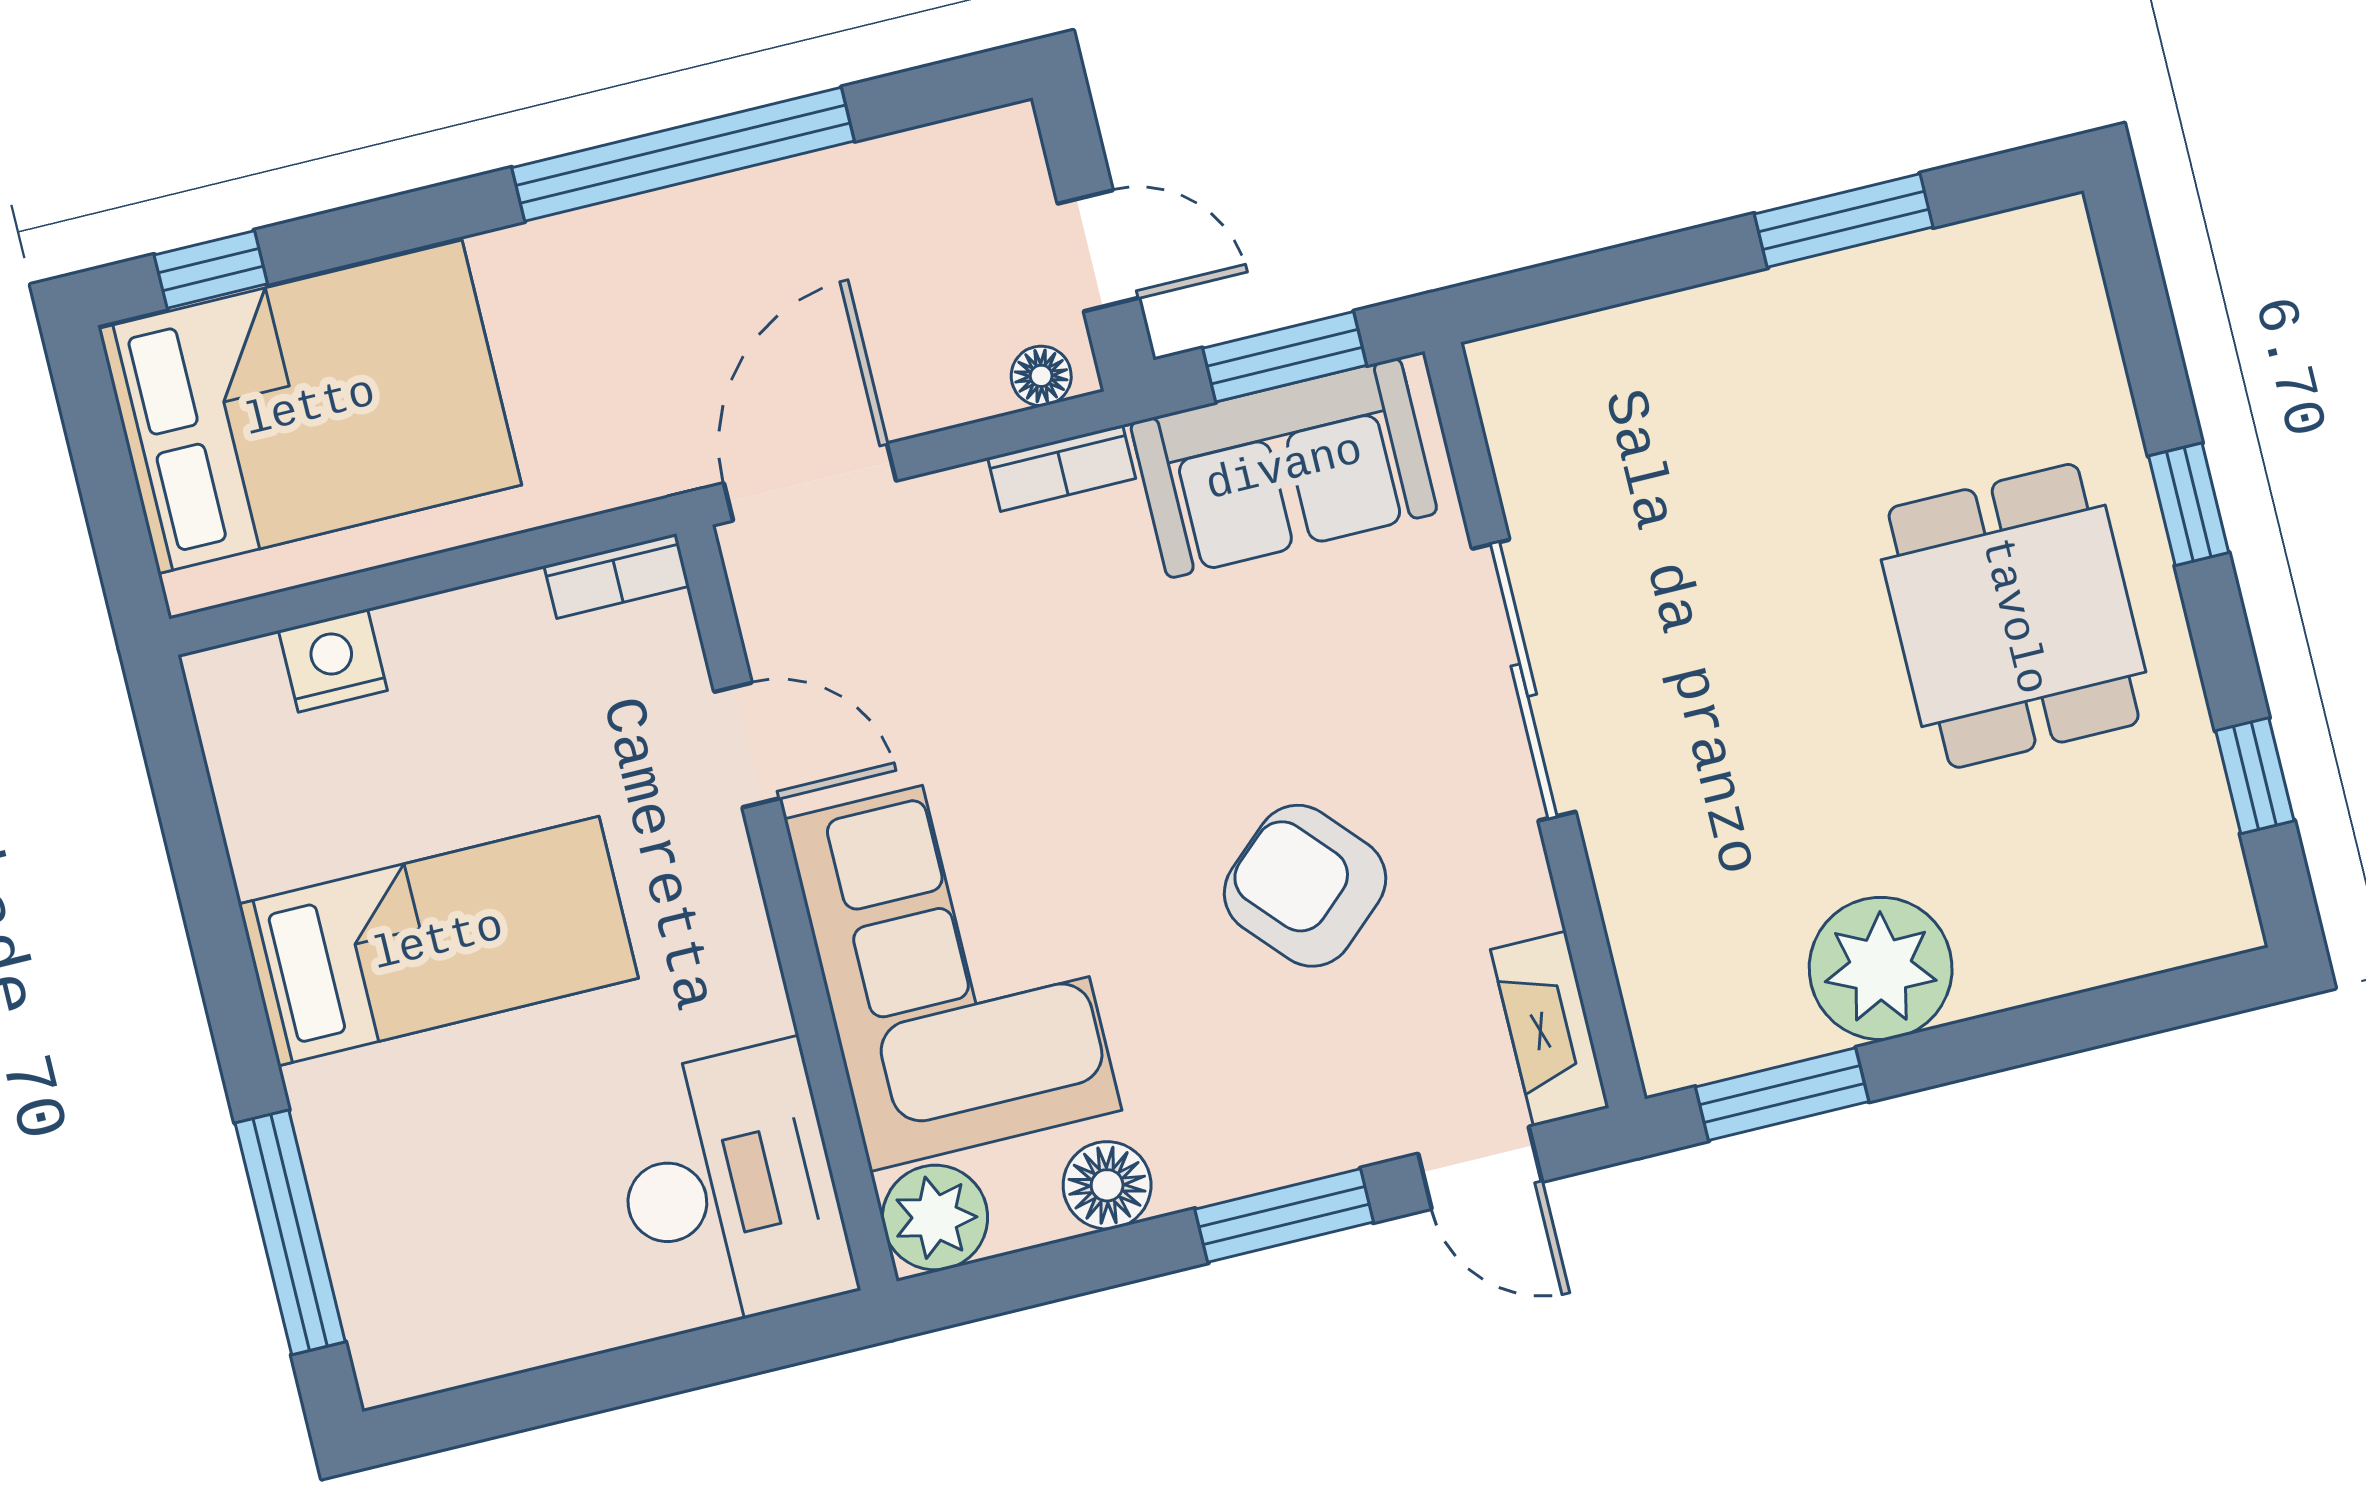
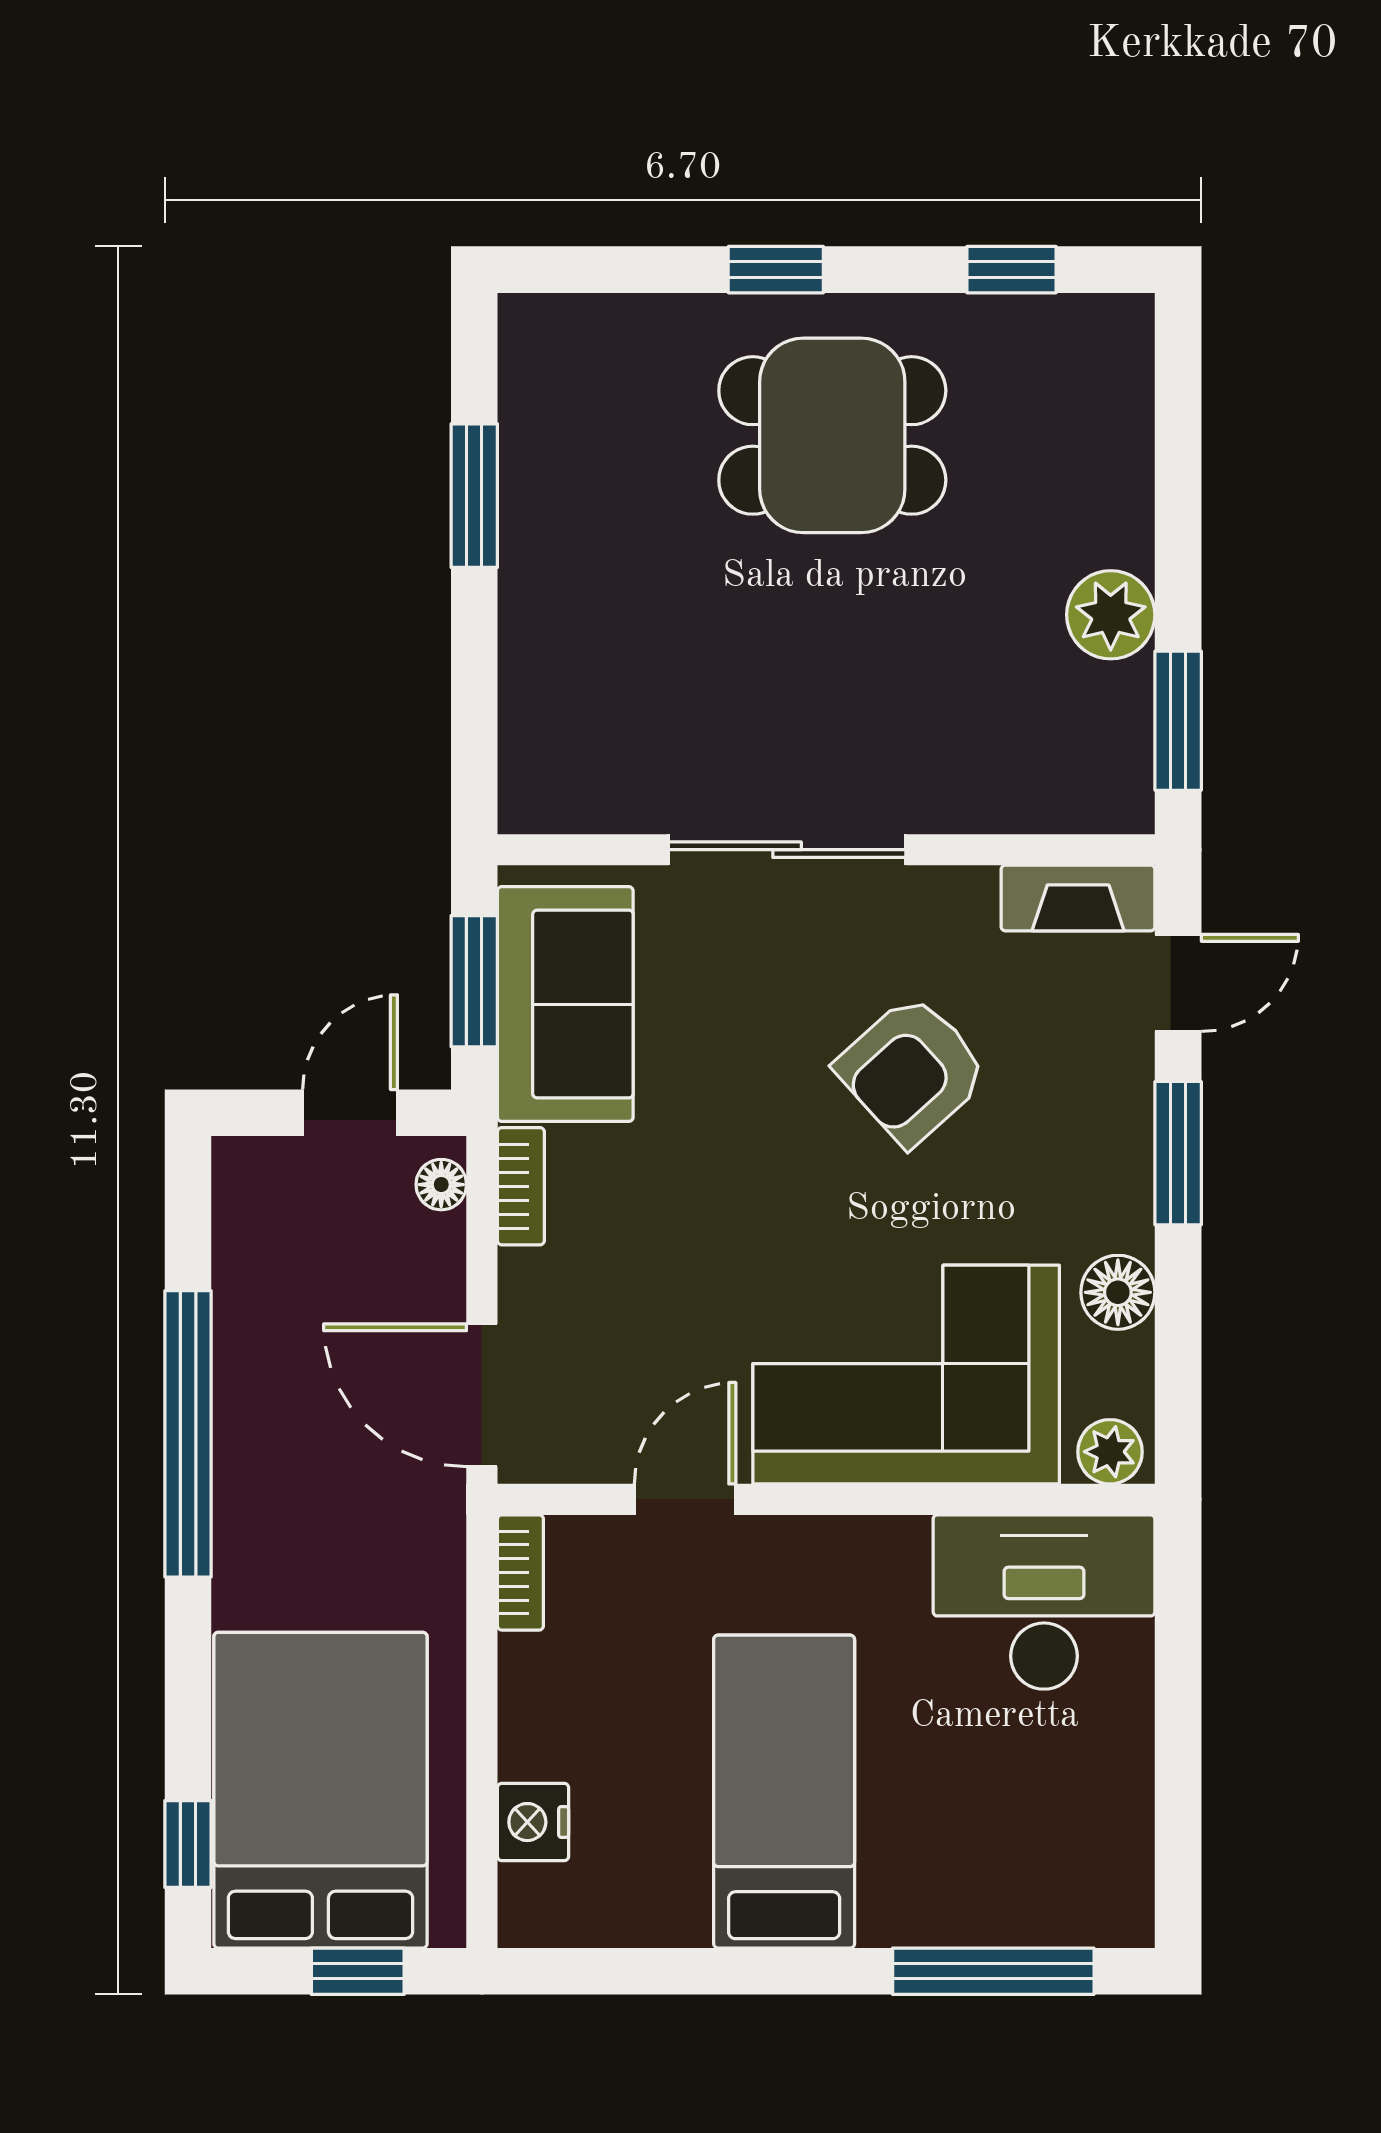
window: (112, 501) -> (358, 1971), added
plant: (1881, 968) -> (1111, 615), width x0.73, depth x0.73
plant: (935, 1218) -> (1110, 1452), width x0.73, depth x0.73

